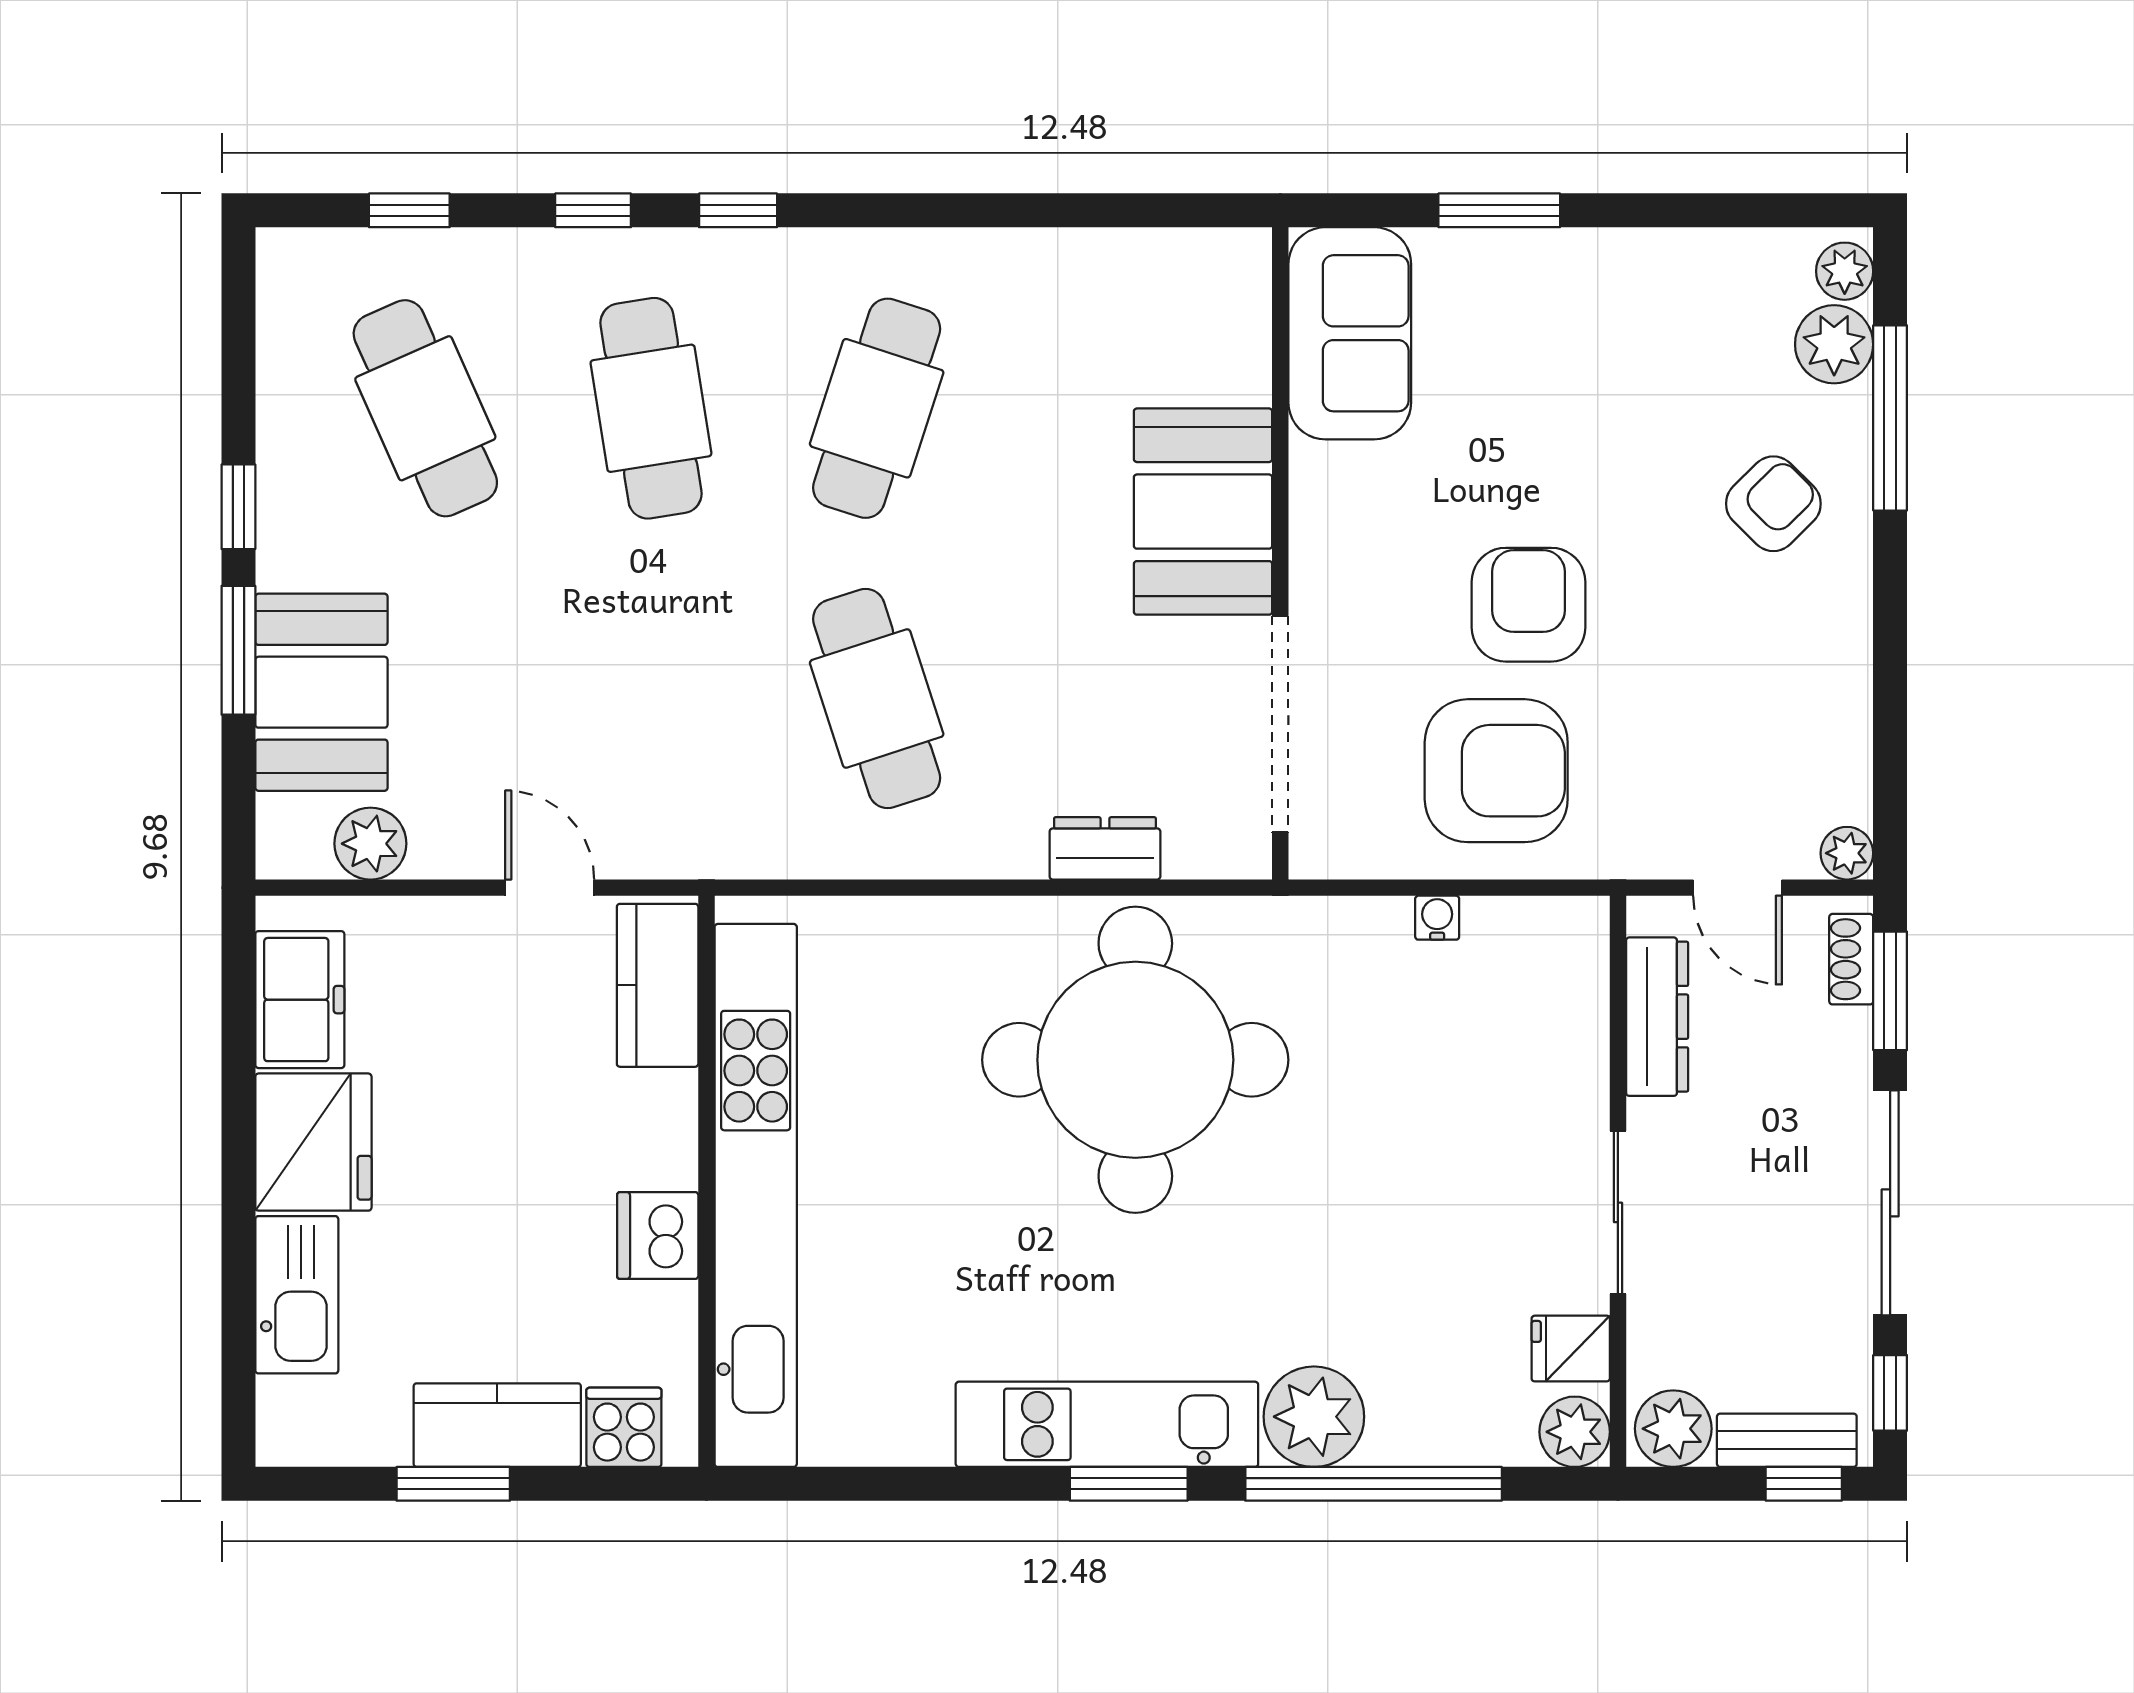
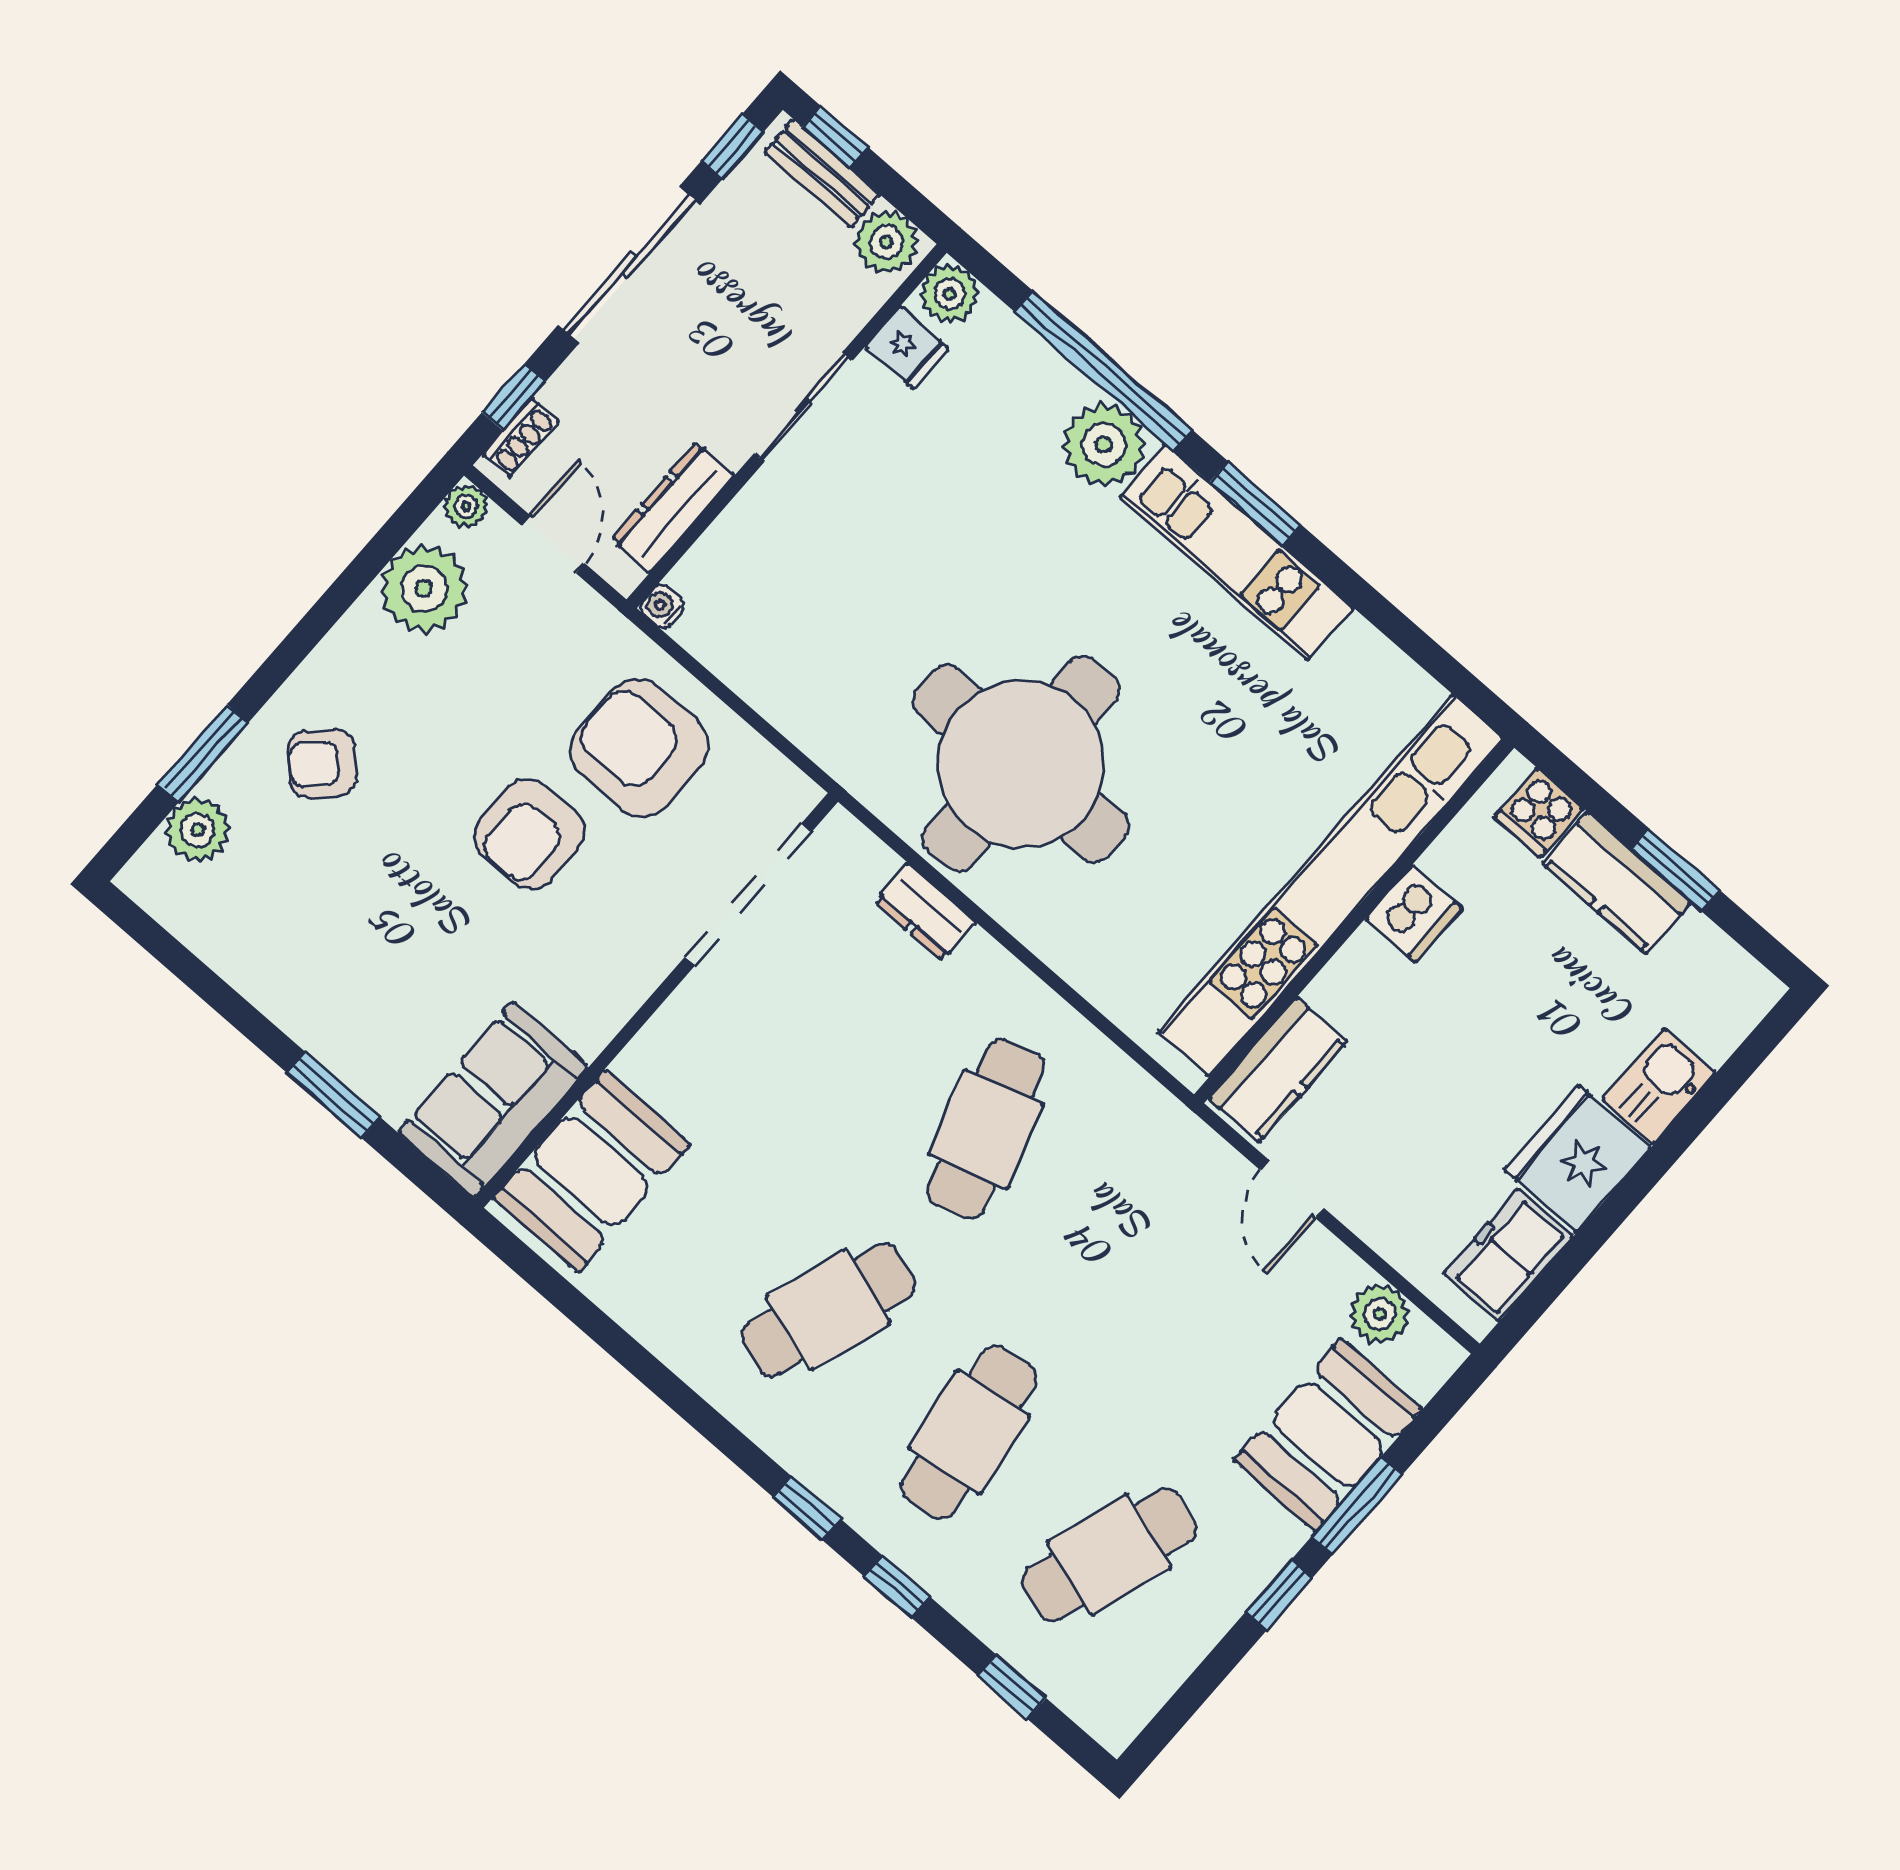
plant: (1845, 271) -> (424, 589), moved, width x1.87, depth x1.87
cafe table: (425, 408) -> (1109, 1555), turned 42
window: (1890, 418) -> (203, 754), width x0.69
booth: (1203, 512) -> (591, 1171), moved
water cooler: (1437, 918) -> (662, 607), moved, turned 90
window: (1890, 991) -> (514, 397), width x0.67
kitchen sink: (297, 1295) -> (1659, 1086), width x0.73

